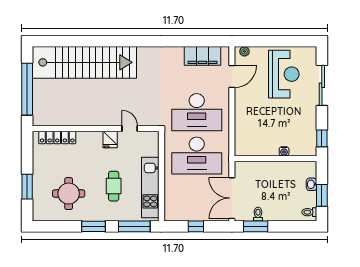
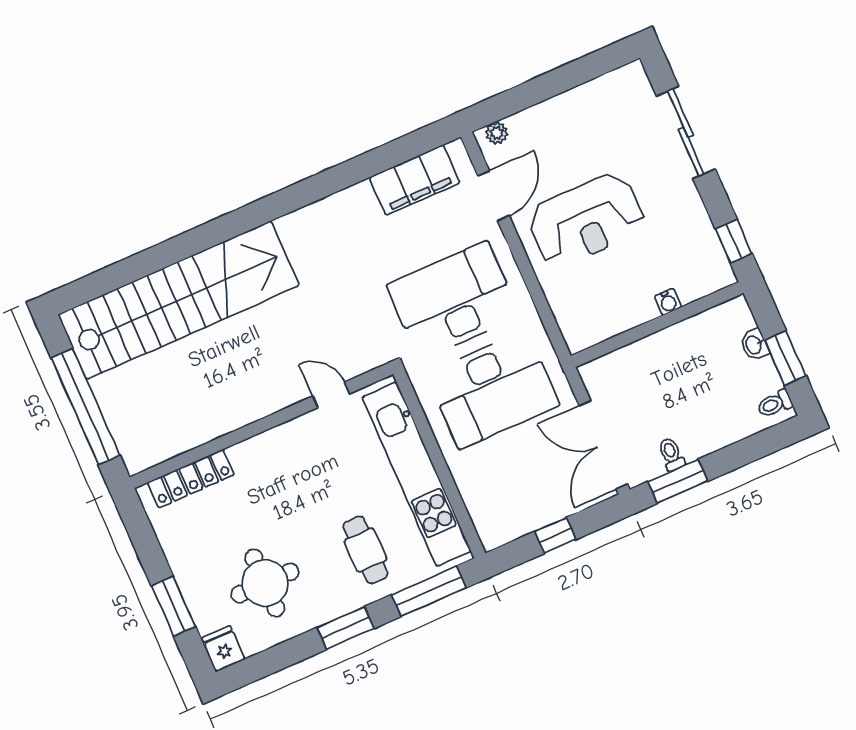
reception desk: (284, 74) -> (586, 220), moved, turned 90
desk: (197, 112) -> (454, 300), turned 180
fridge: (110, 140) -> (223, 649), moved, turned 180
cafe table: (114, 186) -> (366, 550), moved
kitchen unit: (150, 187) -> (417, 474), width x1.36

